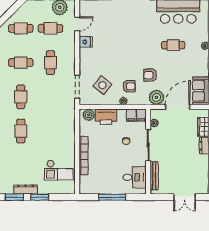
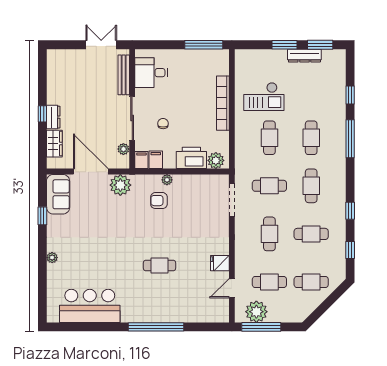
cafe table: (173, 45) -> (159, 266), moved
armchair: (150, 75) -> (129, 216), removed
side table: (102, 85) -> (196, 202), removed
cafe table: (50, 97) -> (269, 186), added
door: (178, 107) -> (91, 172), swing flipped
cafe table: (50, 131) -> (269, 138), added
checkout: (59, 170) -> (264, 97), moved, turned 180
window: (112, 197) -> (204, 45), moved
double door: (185, 197) -> (101, 45), moved

